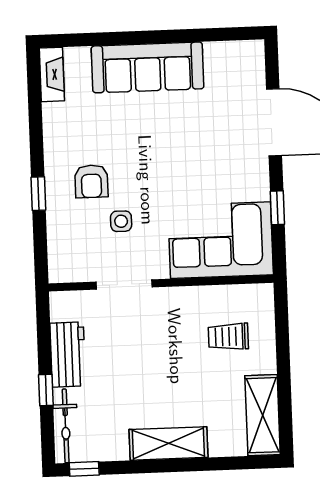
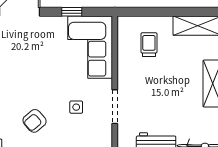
armchair: (91, 181) -> (35, 121), moved, turned 139
trolley: (228, 337) -> (149, 45), turned 180

